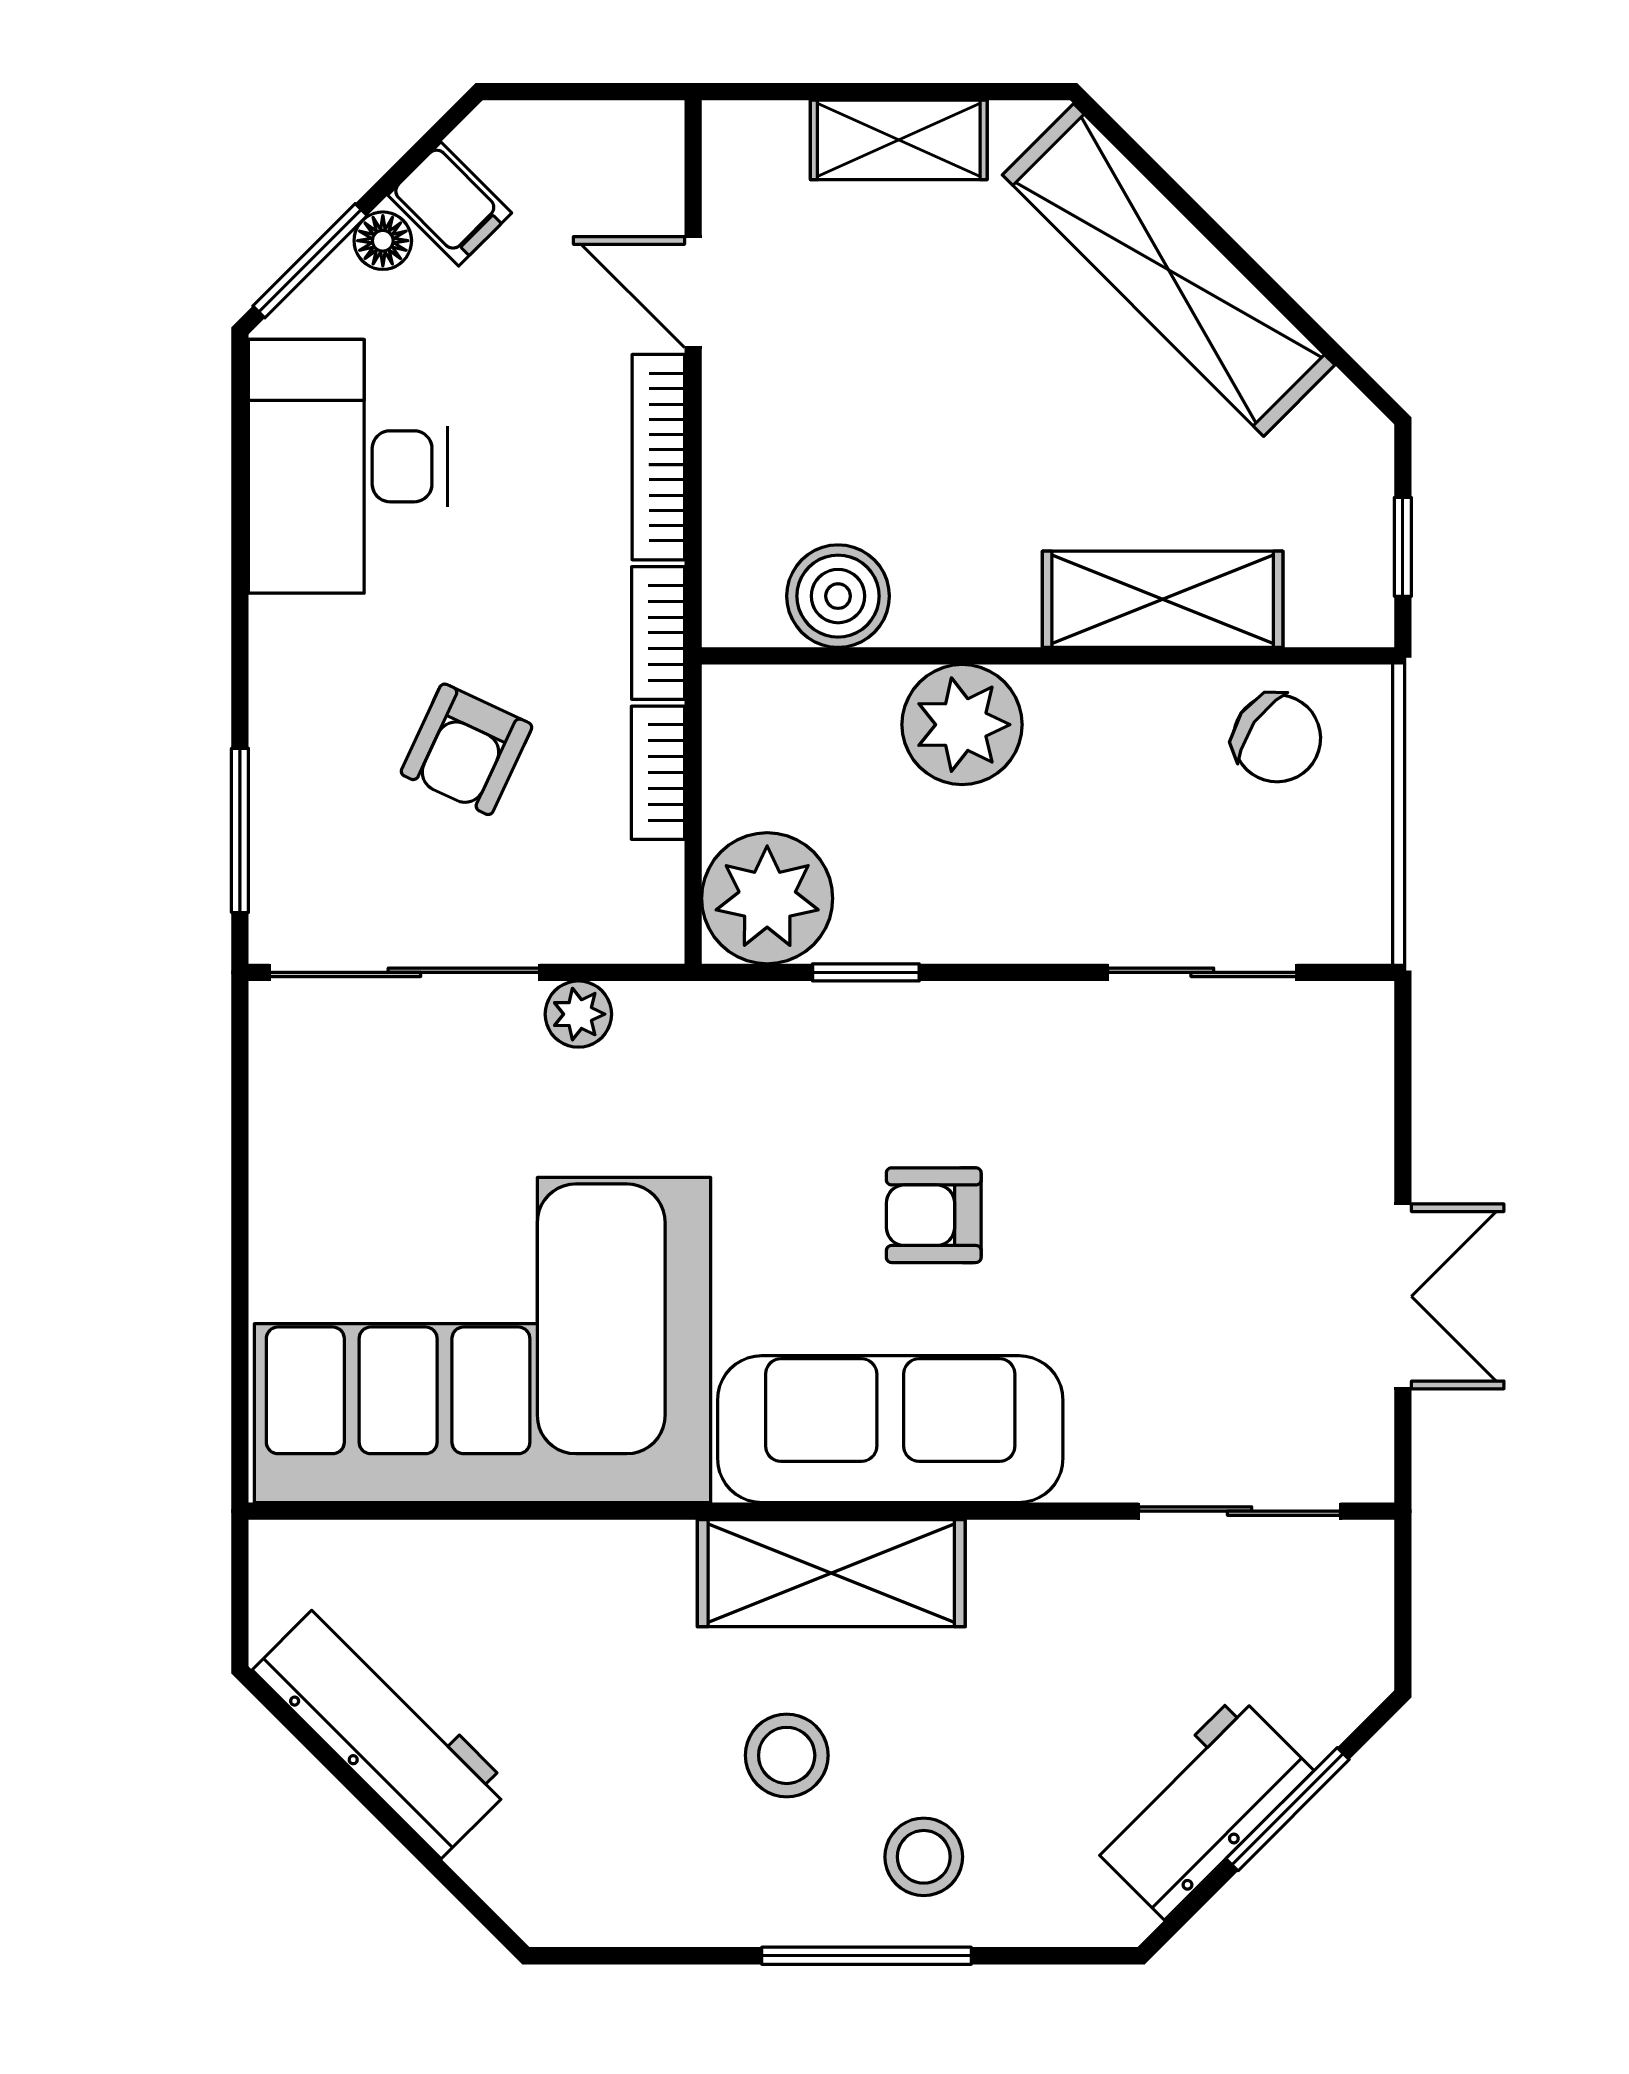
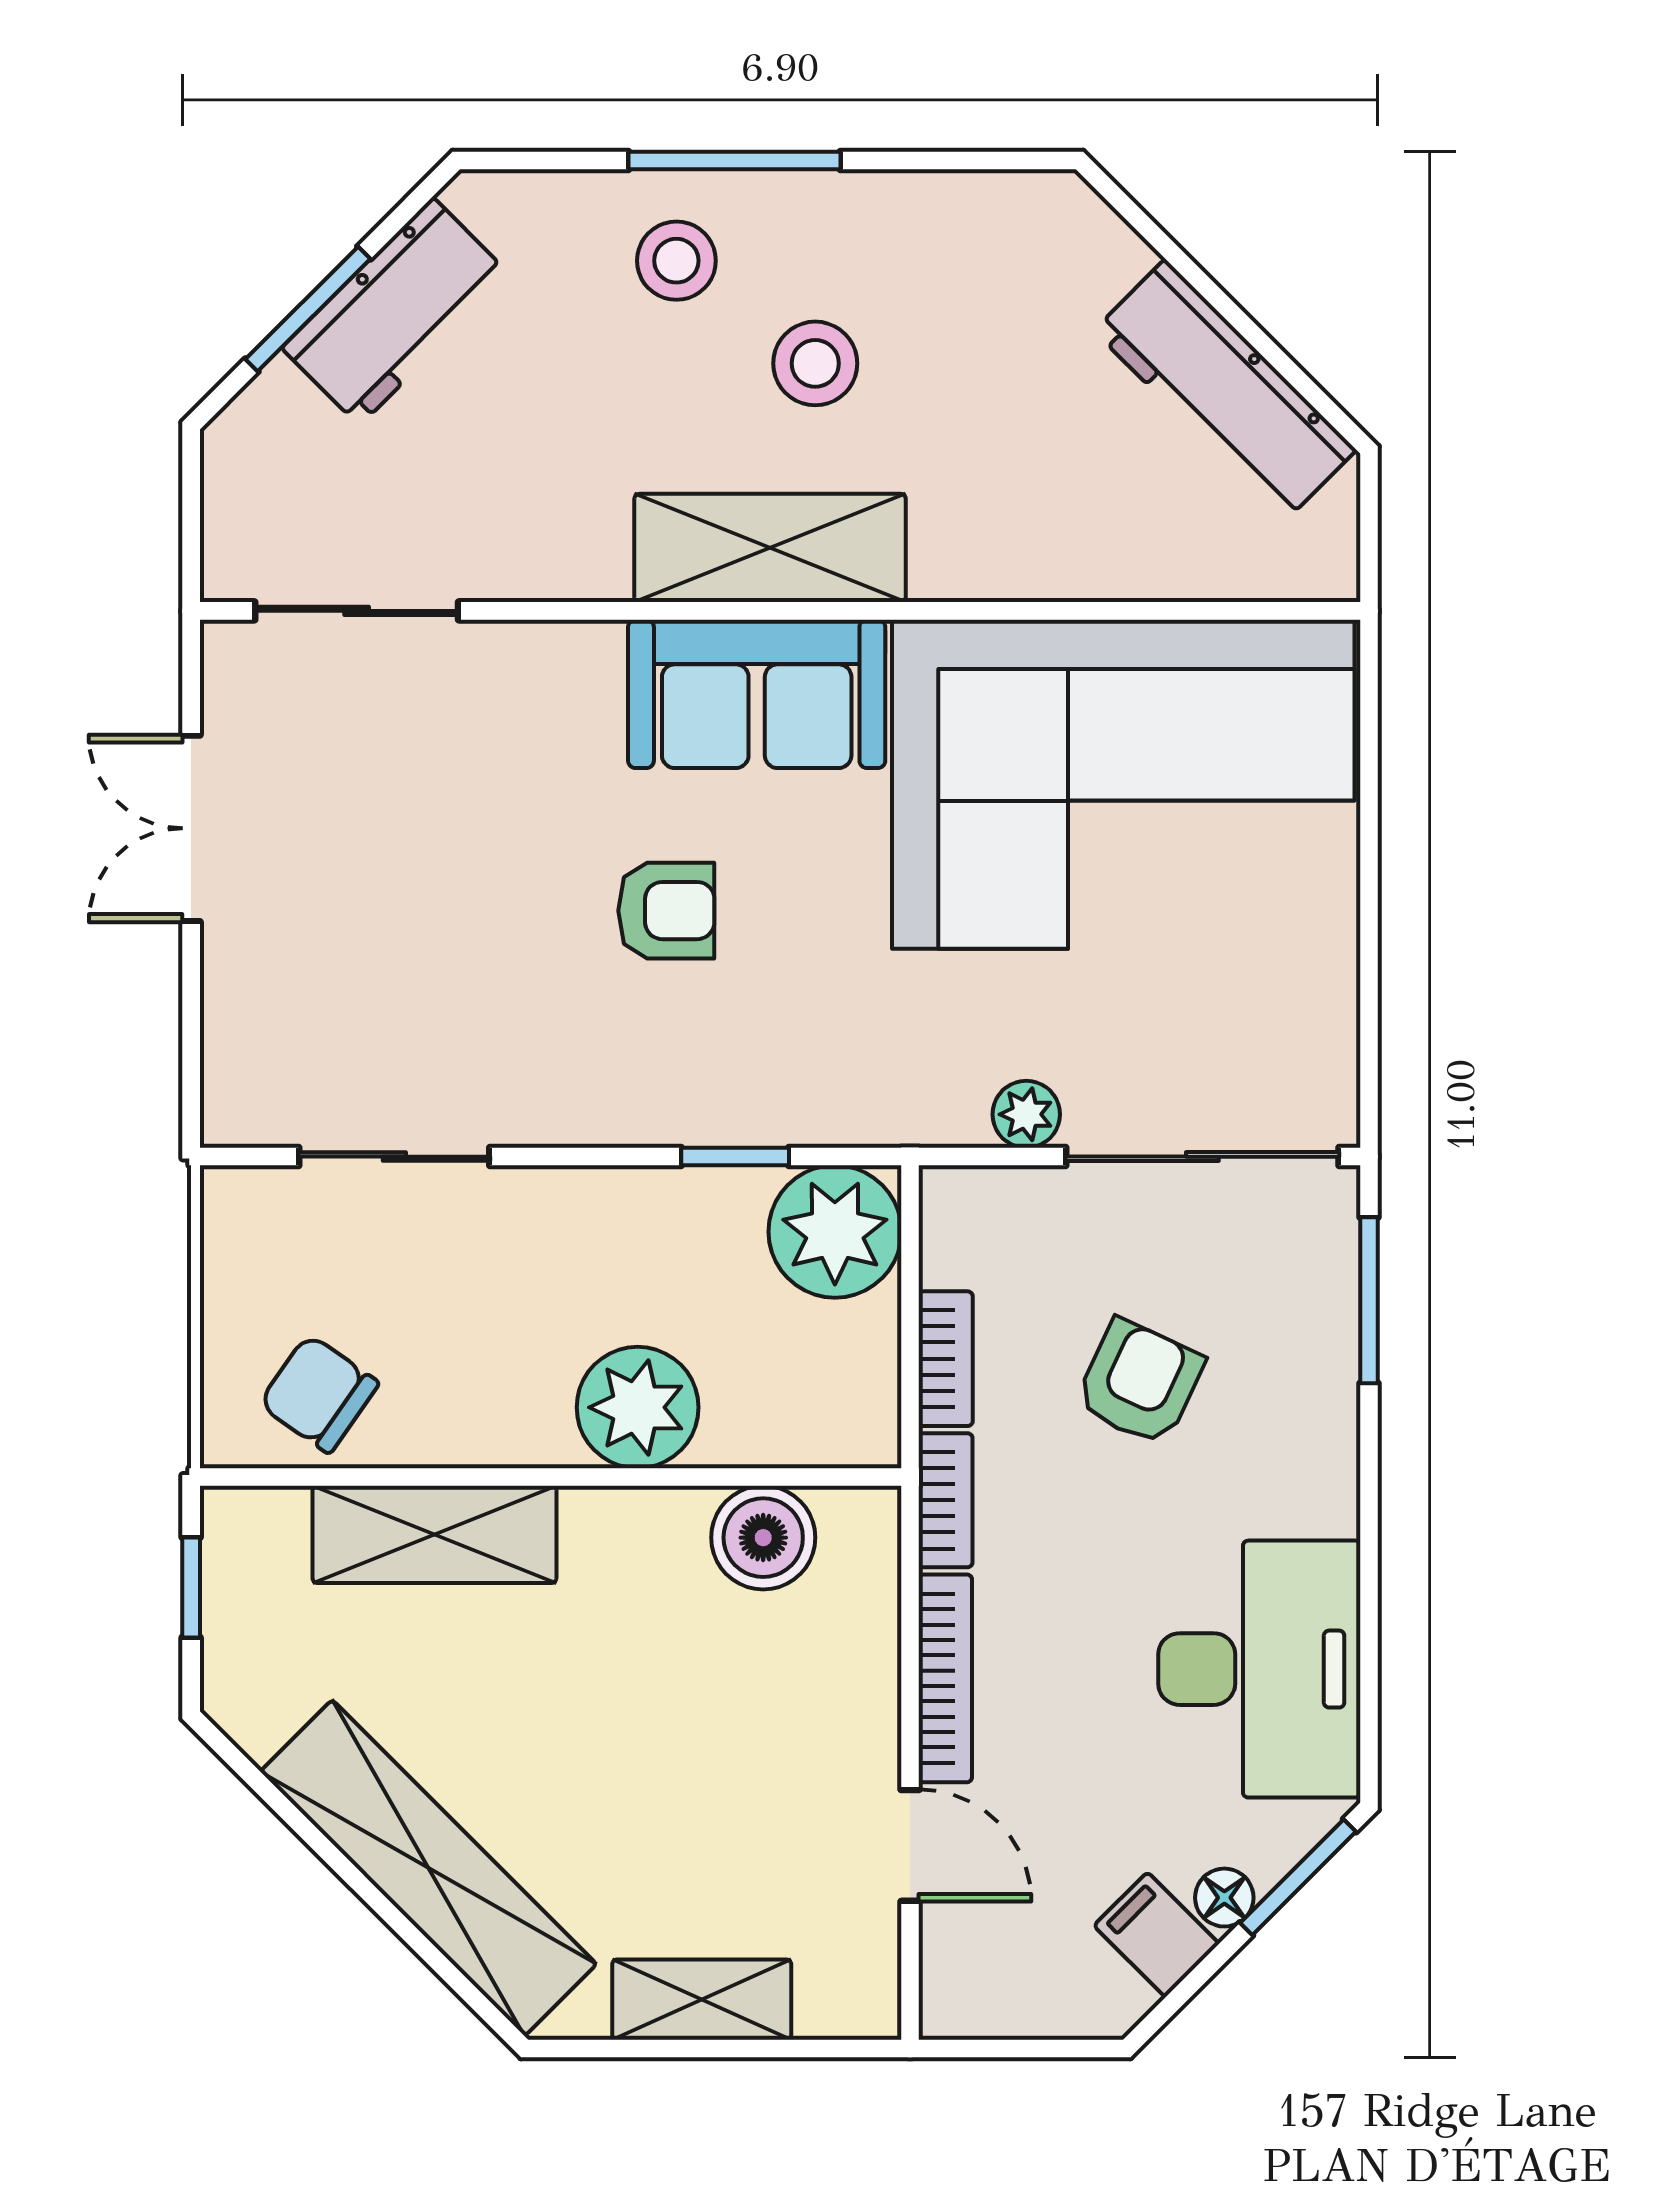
sofa: (890, 1429) -> (757, 694), width x0.73

